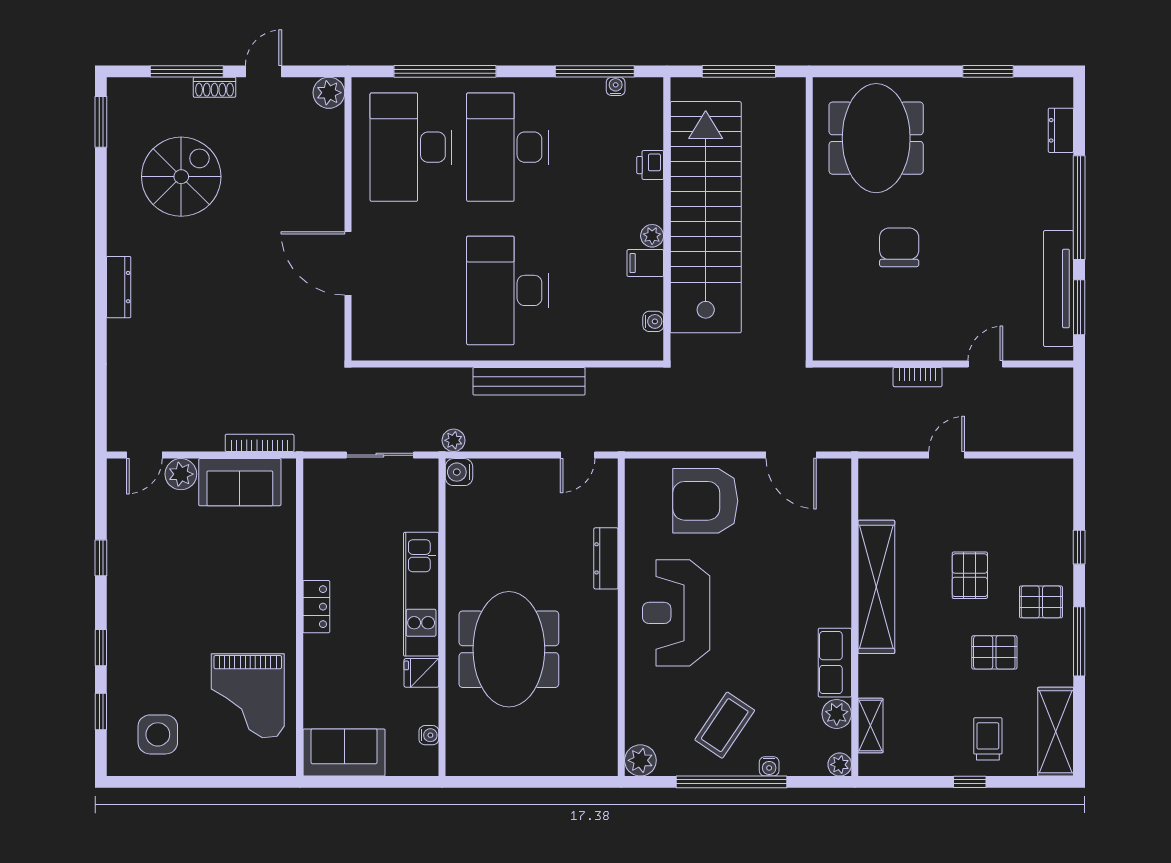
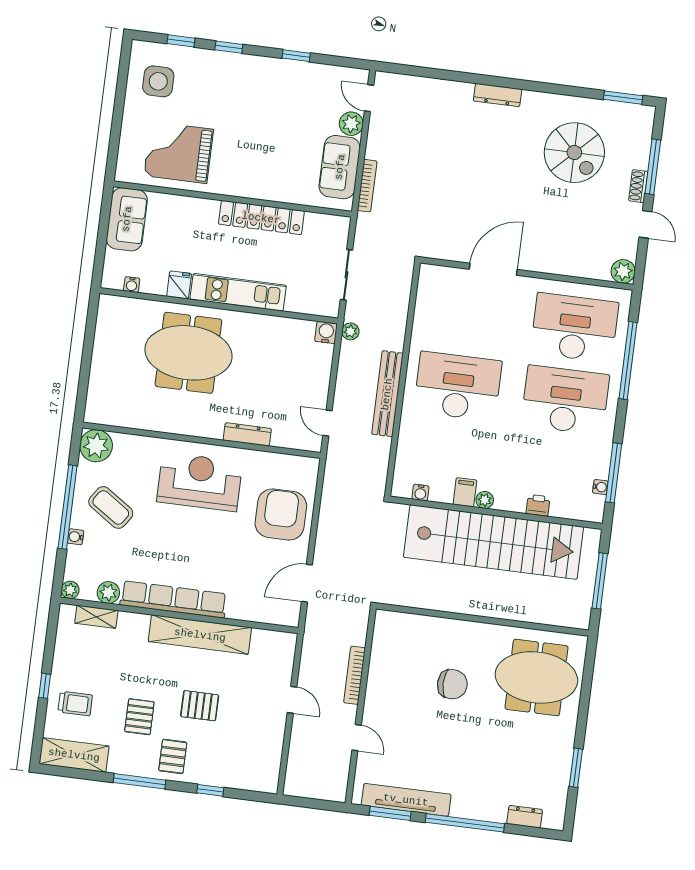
bookcase: (918, 377) -> (355, 675), width x1.56
locker: (316, 607) -> (261, 218), width x2.16, depth x1.21
row of seats: (835, 663) -> (173, 599), width x2.02
plant: (640, 760) -> (96, 446), width x1.36, depth x1.36

